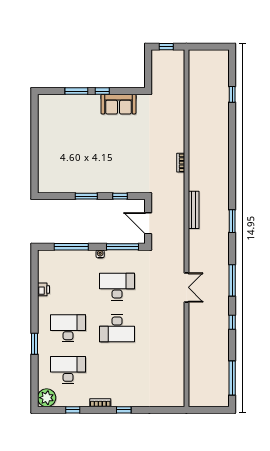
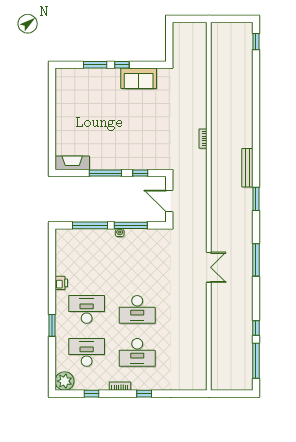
window: (166, 47) -> (188, 19), removed
window: (232, 94) -> (256, 42), moved
fireplace: (54, 186) -> (72, 163), added
window: (86, 196) -> (105, 173), width x1.44
bench: (194, 210) -> (247, 168), moved
window: (123, 247) -> (131, 225), moved
desk: (117, 287) -> (137, 352), moved, turned 180
printer: (43, 289) -> (61, 283), moved
window: (232, 322) -> (256, 328), moved

